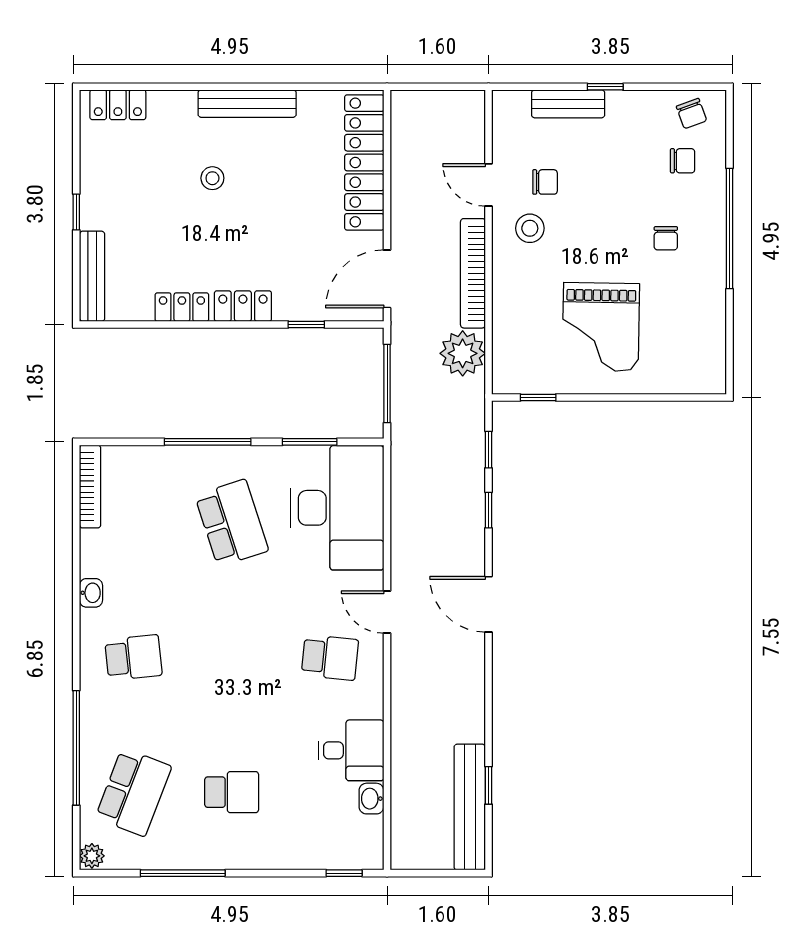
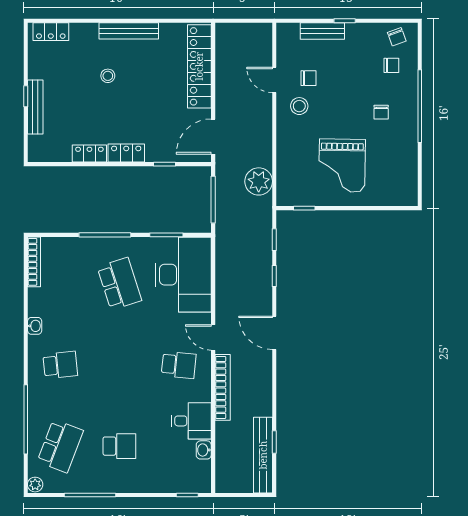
bookcase: (473, 273) -> (223, 387), moved, turned 180
bench: (92, 276) -> (35, 107), moved

